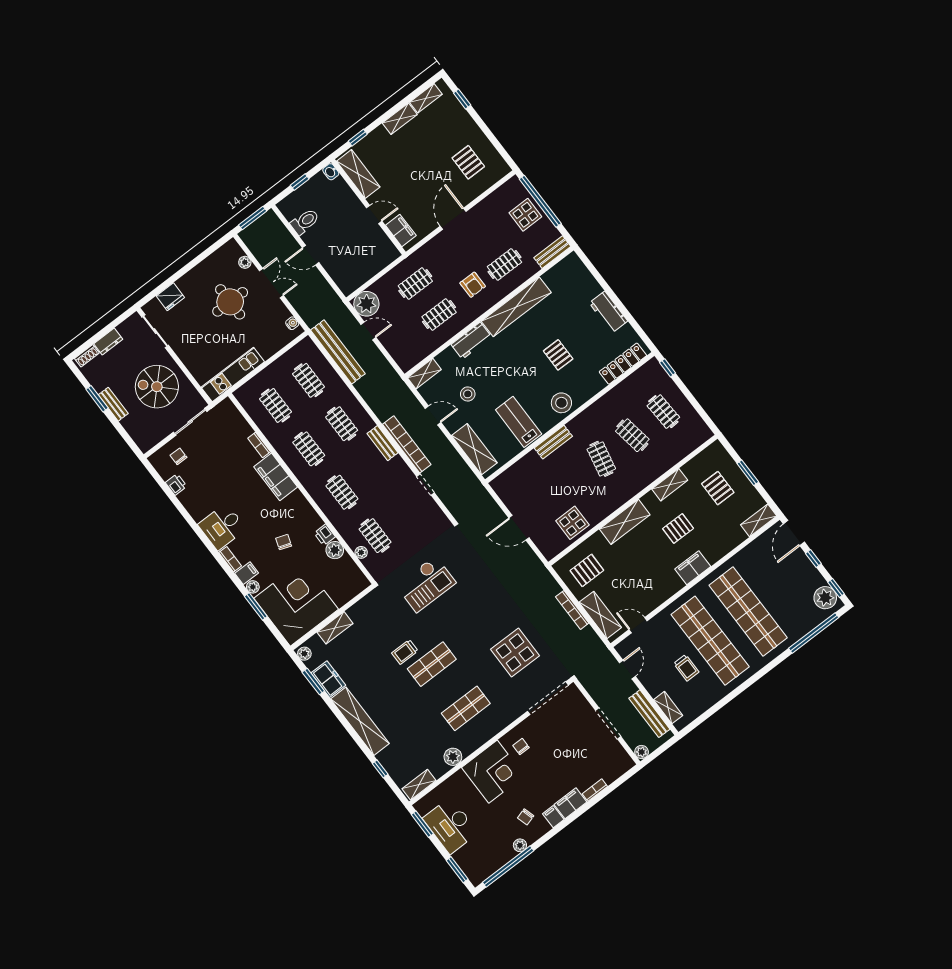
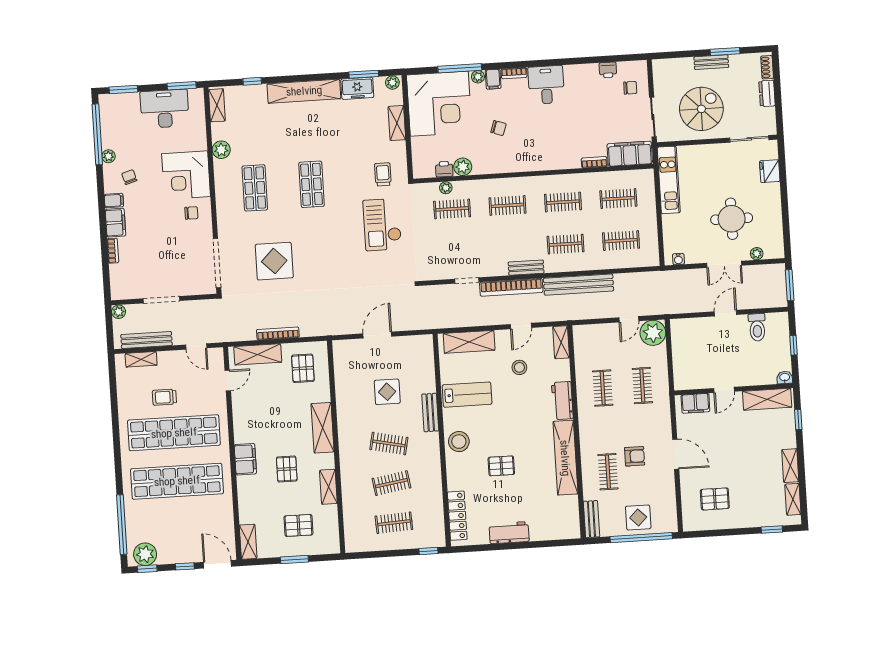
armchair: (473, 285) -> (635, 456), moved, turned 180
bench: (338, 352) -> (579, 285), moved
filing cabinet: (276, 477) -> (630, 154), moved
display table: (572, 523) -> (387, 392), moved
printer: (325, 535) -> (444, 169), moved
window: (256, 606) -> (460, 68), width x1.44
trolley: (405, 652) -> (383, 174), moved

